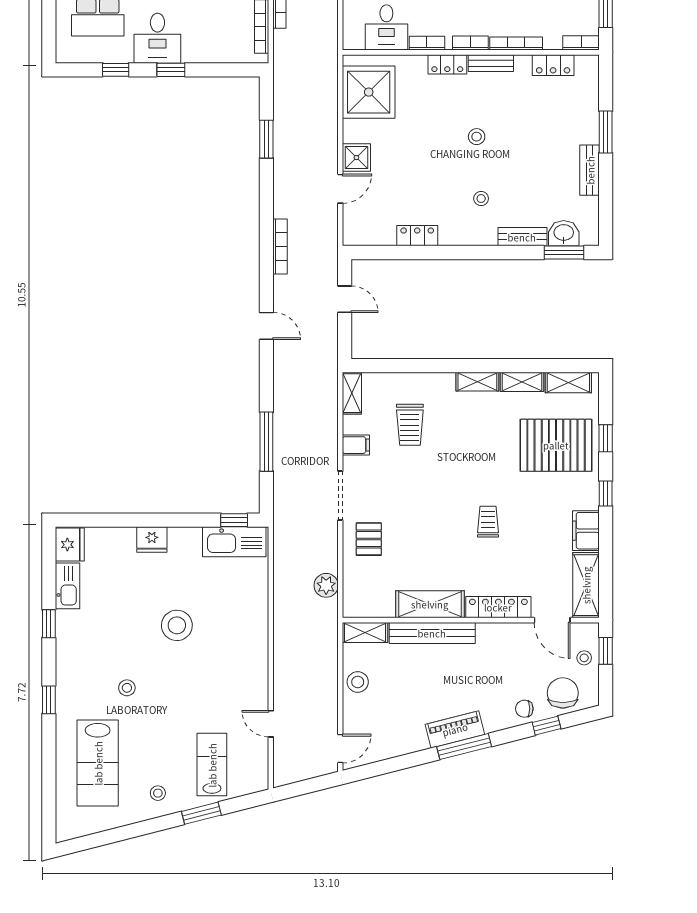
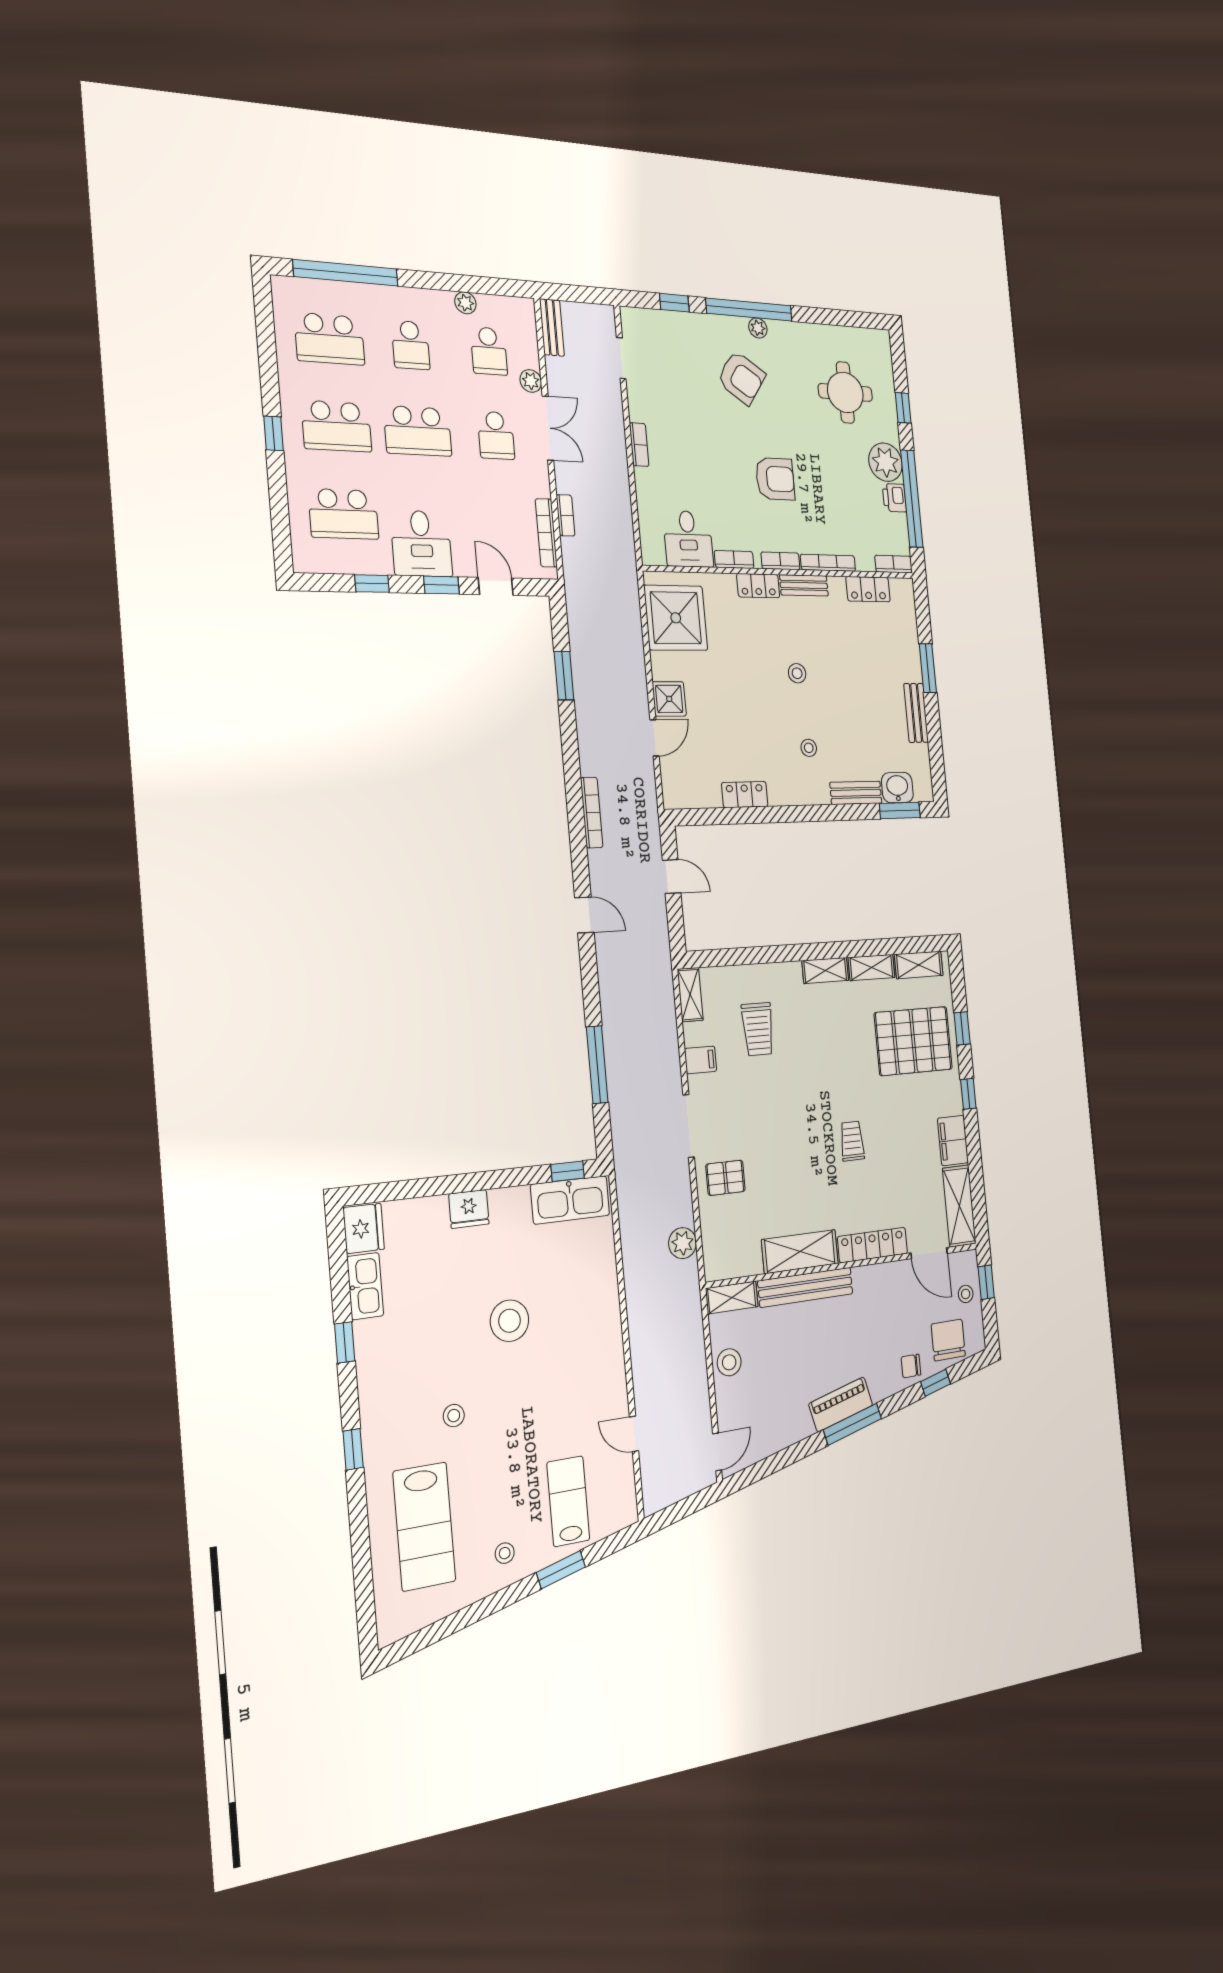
door: (215, 70) -> (496, 586), added
pallet: (369, 539) -> (725, 1178), turned 90

